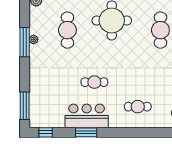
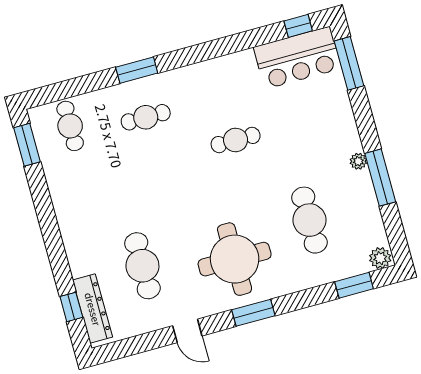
plant: (34, 39) -> (358, 161), moved
bar counter: (87, 116) -> (297, 58), moved
window: (86, 132) -> (137, 70), moved

